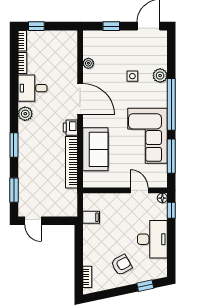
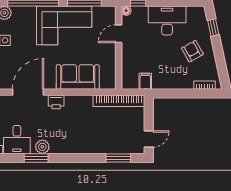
window: (14, 145) -> (36, 158), moved
bookcase: (72, 162) -> (119, 101), moved

